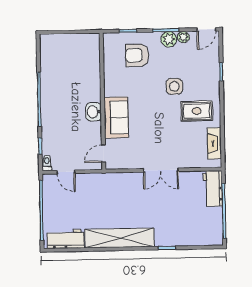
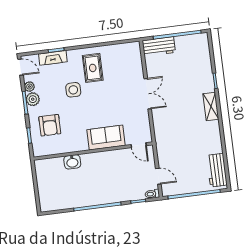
washbasin: (94, 112) -> (72, 162), moved
fireplace: (214, 143) -> (53, 58), moved
door: (66, 172) -> (158, 176), hinge flipped
shelving: (120, 238) -> (211, 107), width x0.45, depth x0.75

